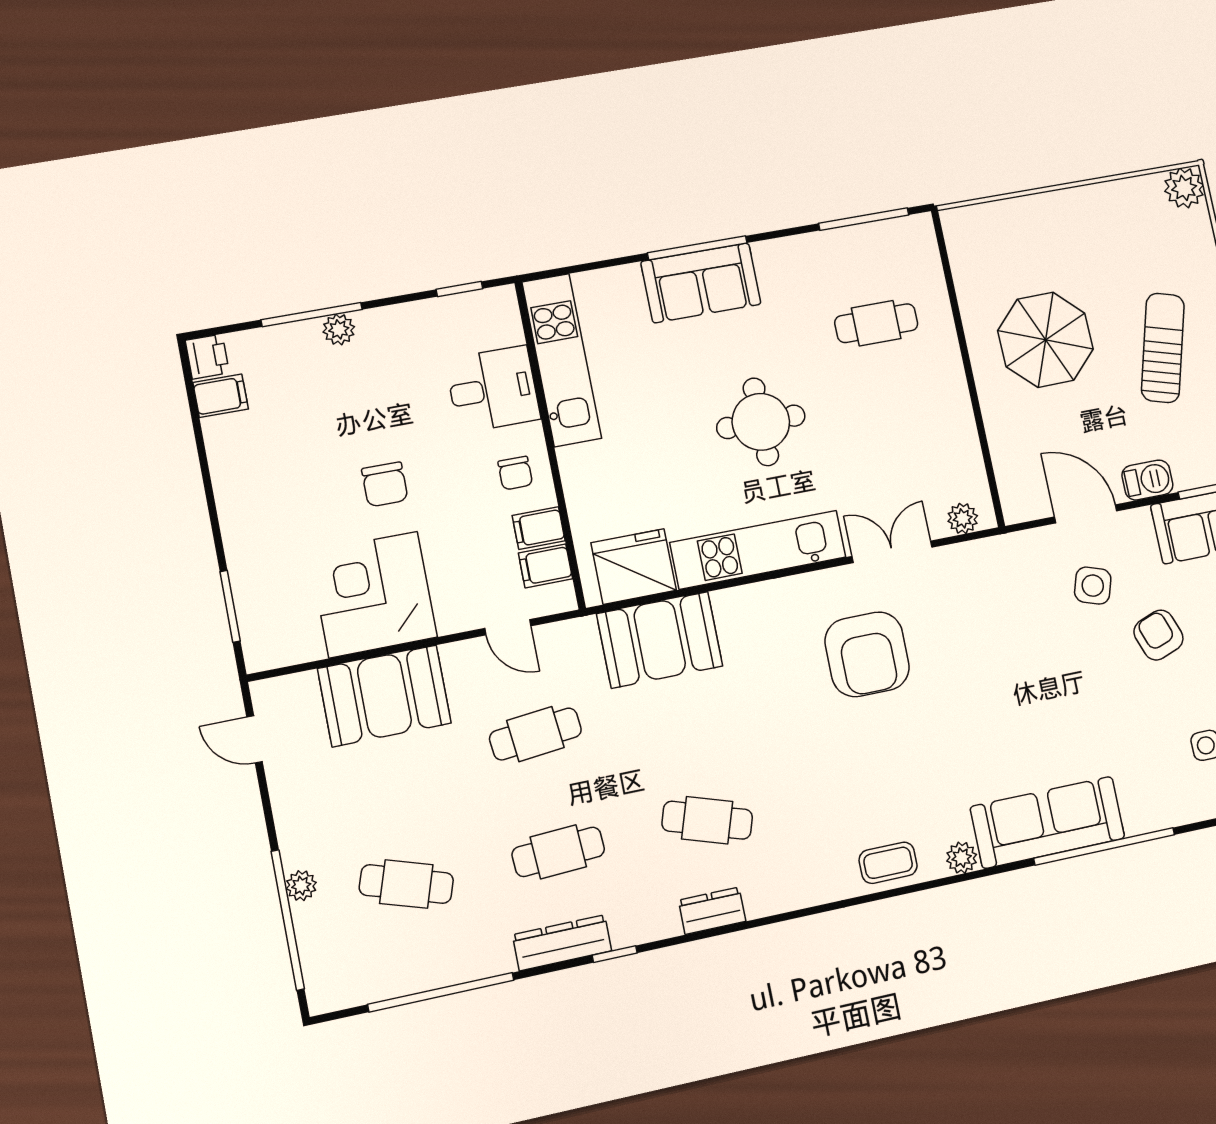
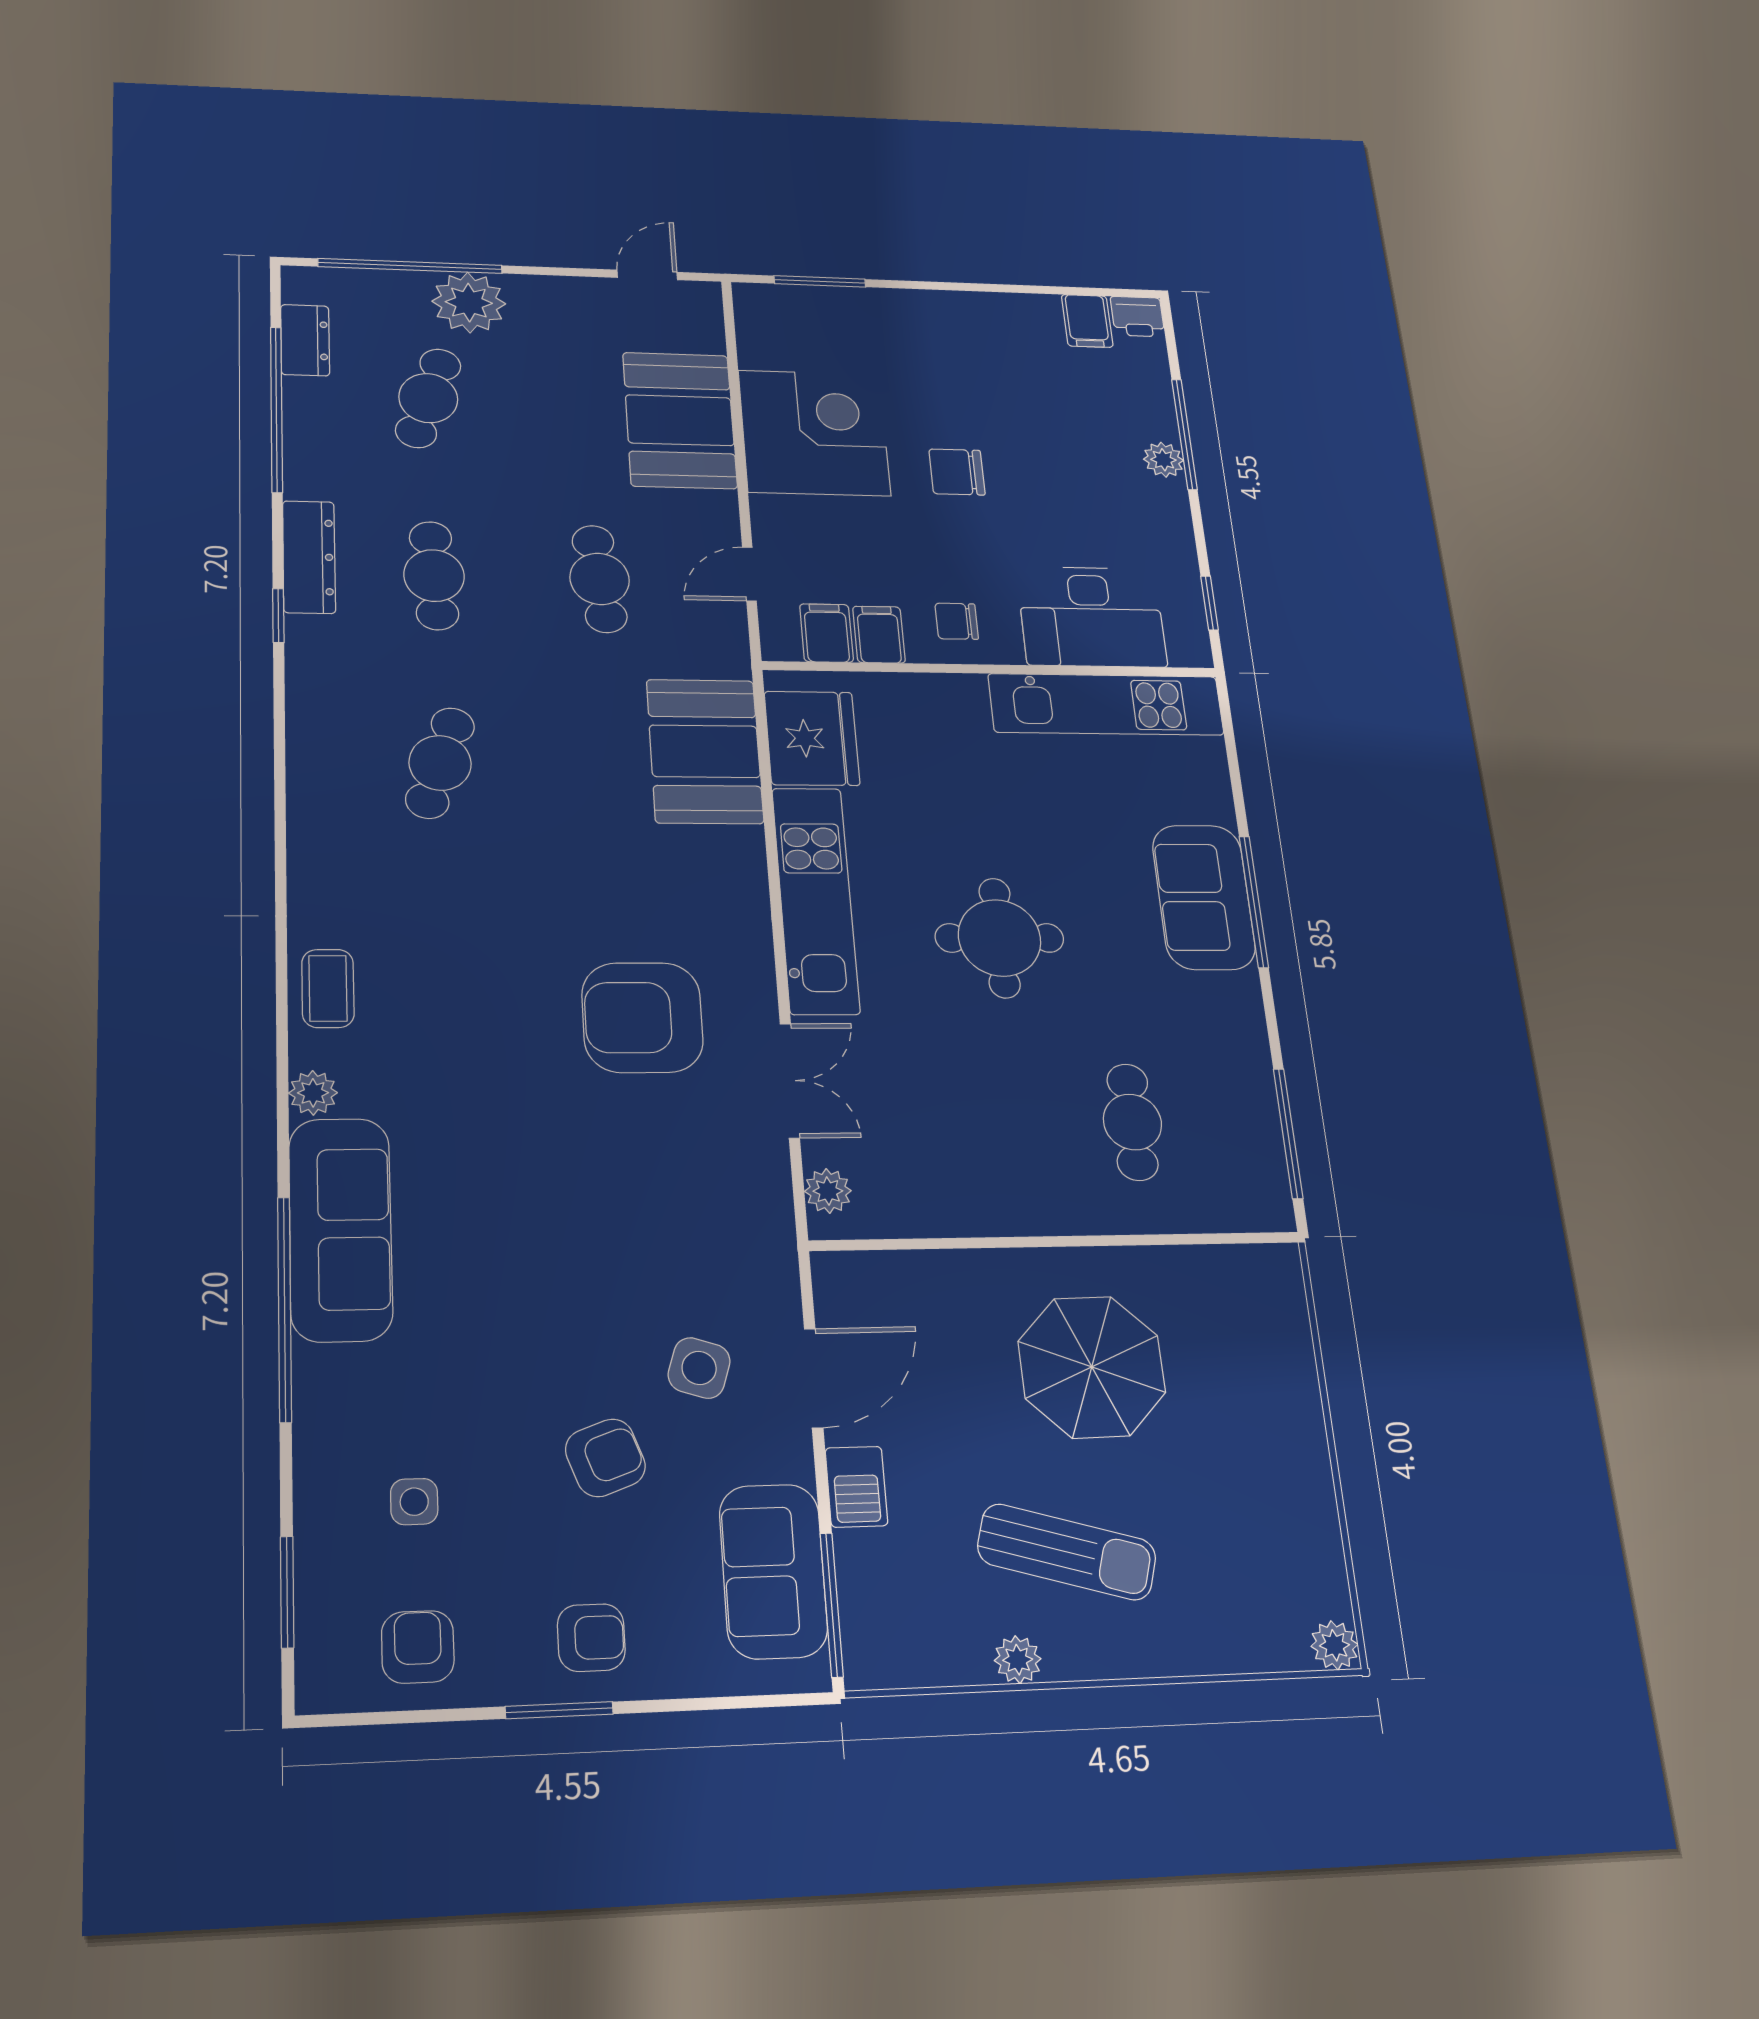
plant: (1184, 188) -> (1335, 1645), width x0.73, depth x0.73
desk: (493, 389) -> (1091, 617), width x1.37
plant: (301, 886) -> (469, 303), width x1.87, depth x1.87
dresser: (712, 911) -> (305, 340), moved

